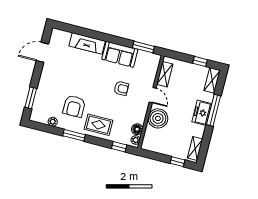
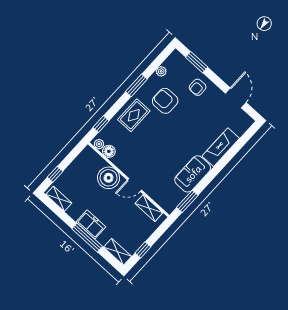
armchair: (121, 88) -> (198, 87), moved

